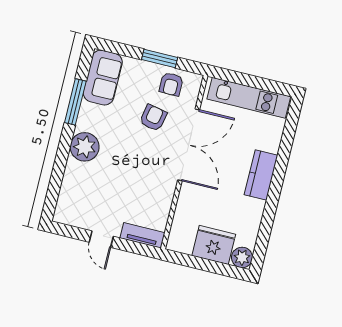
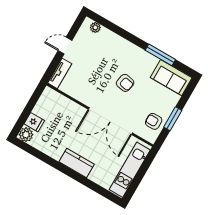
armchair: (153, 118) -> (125, 83), moved
plant: (85, 147) -> (95, 27), moved, width x0.53, depth x0.53
fridge: (214, 245) -> (34, 122), width x0.53, depth x0.75

